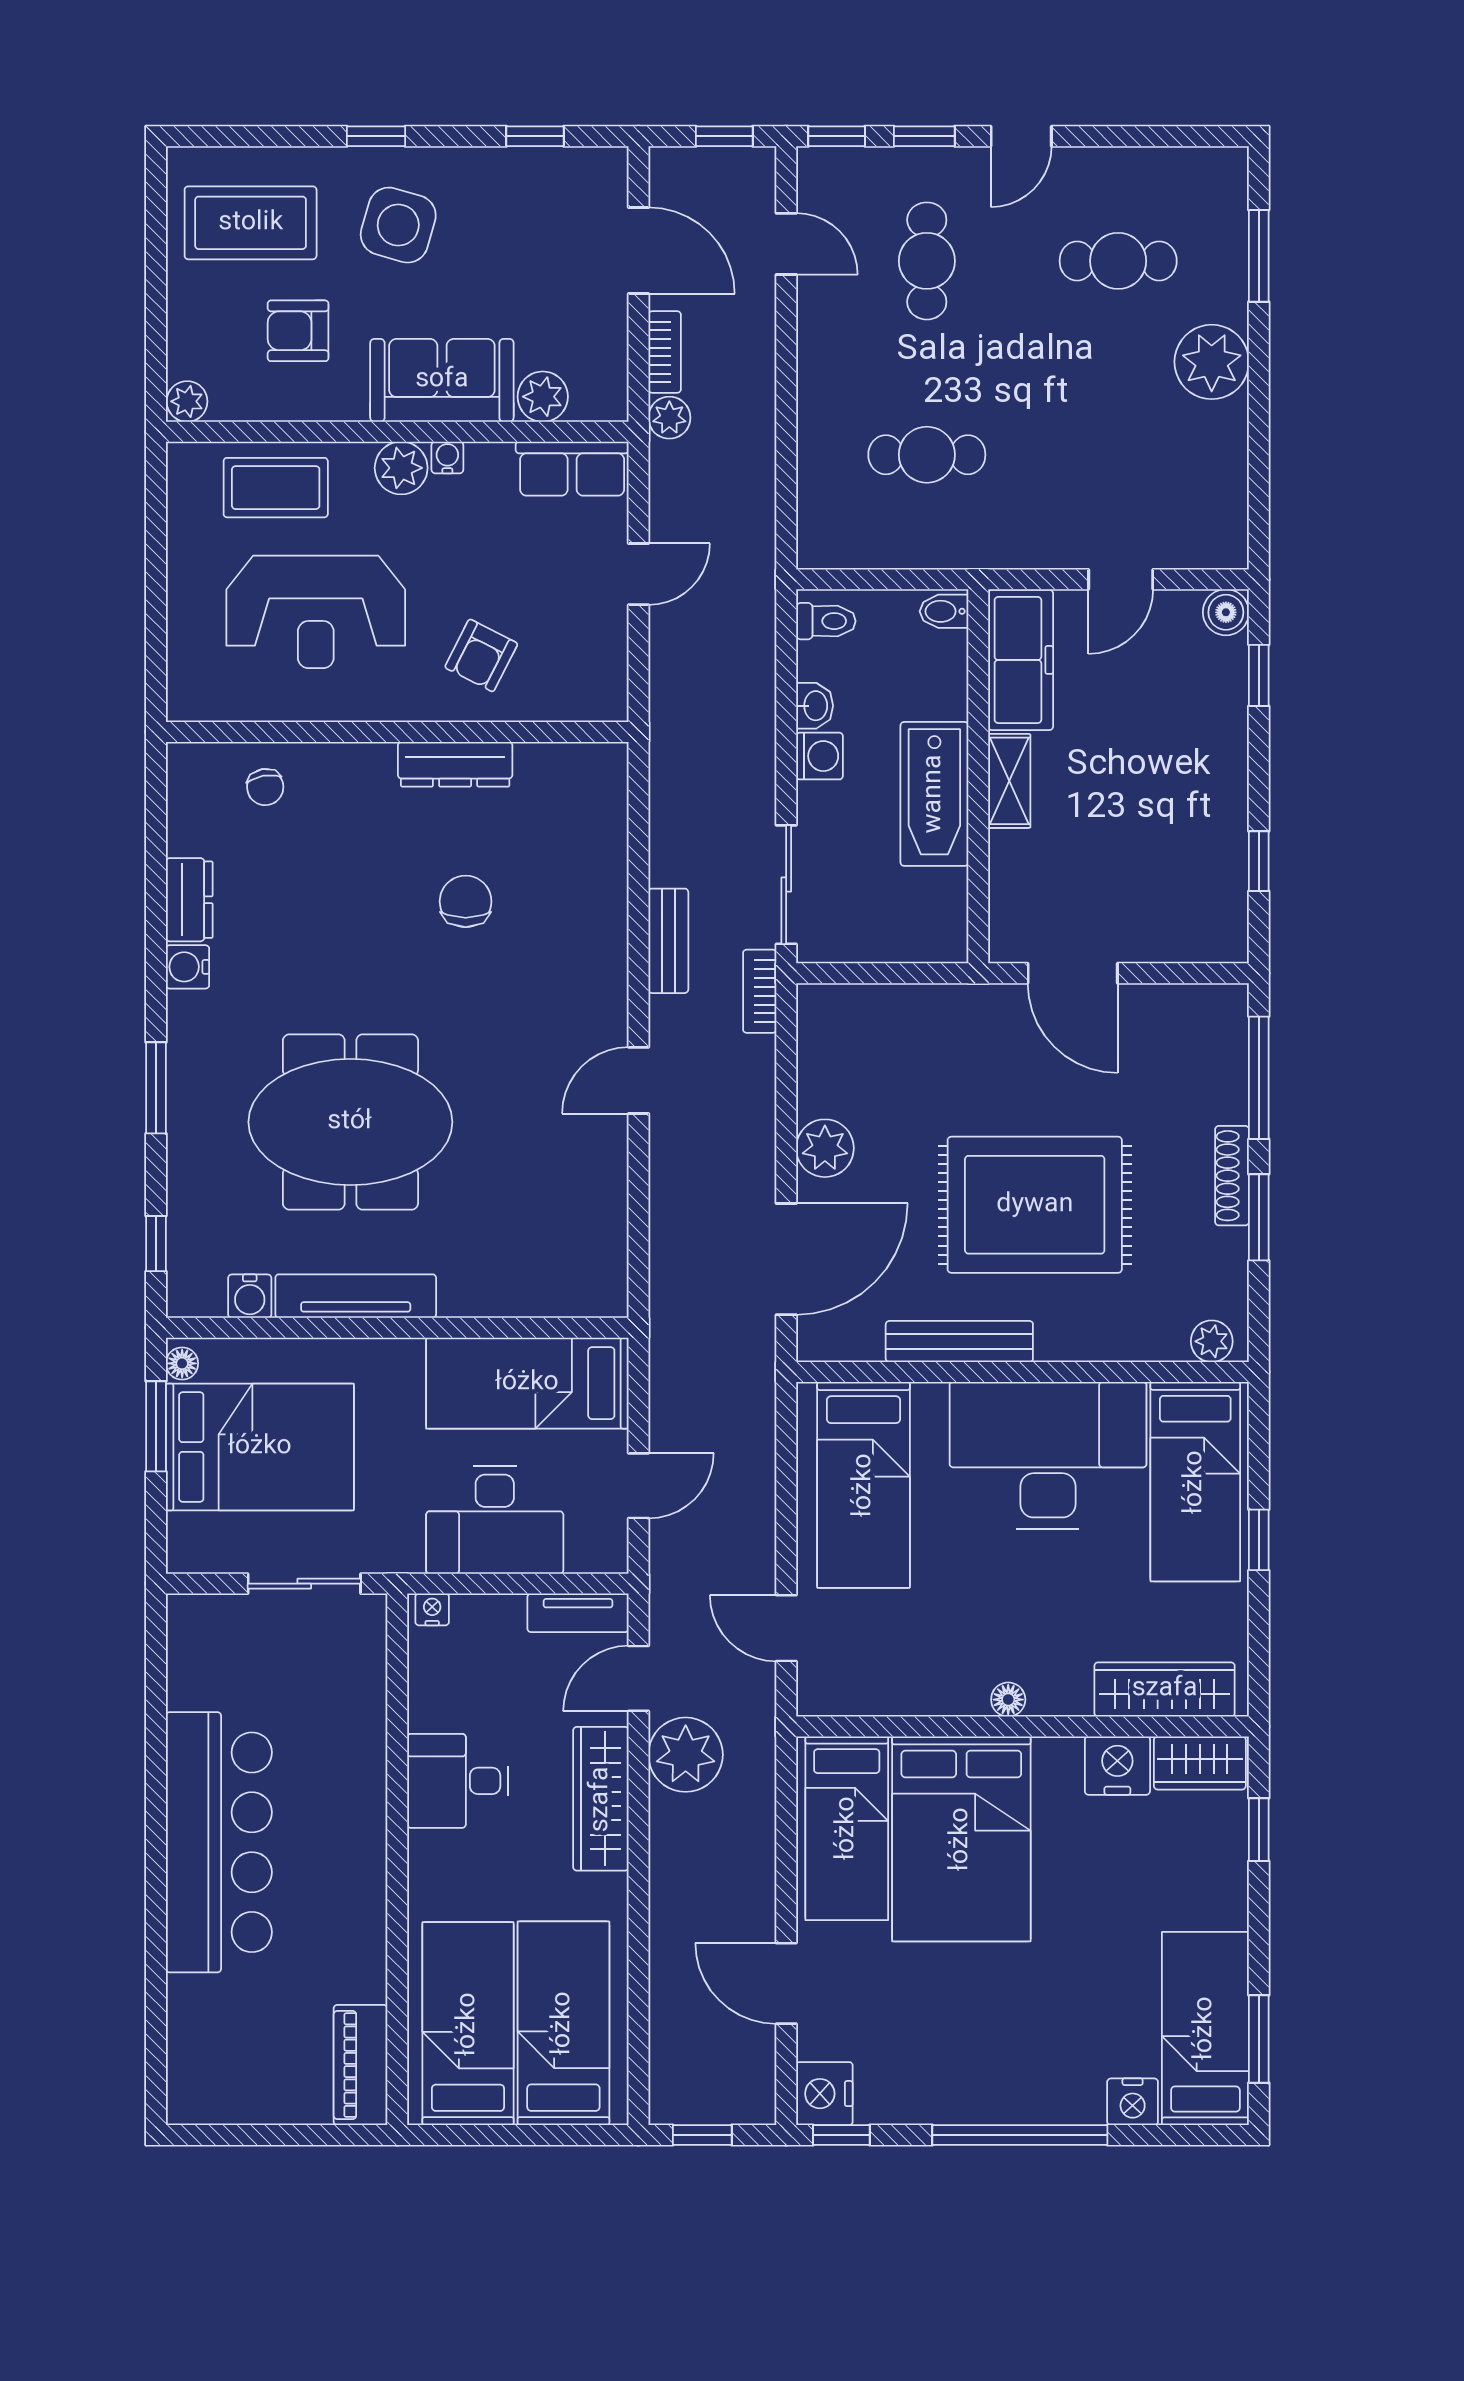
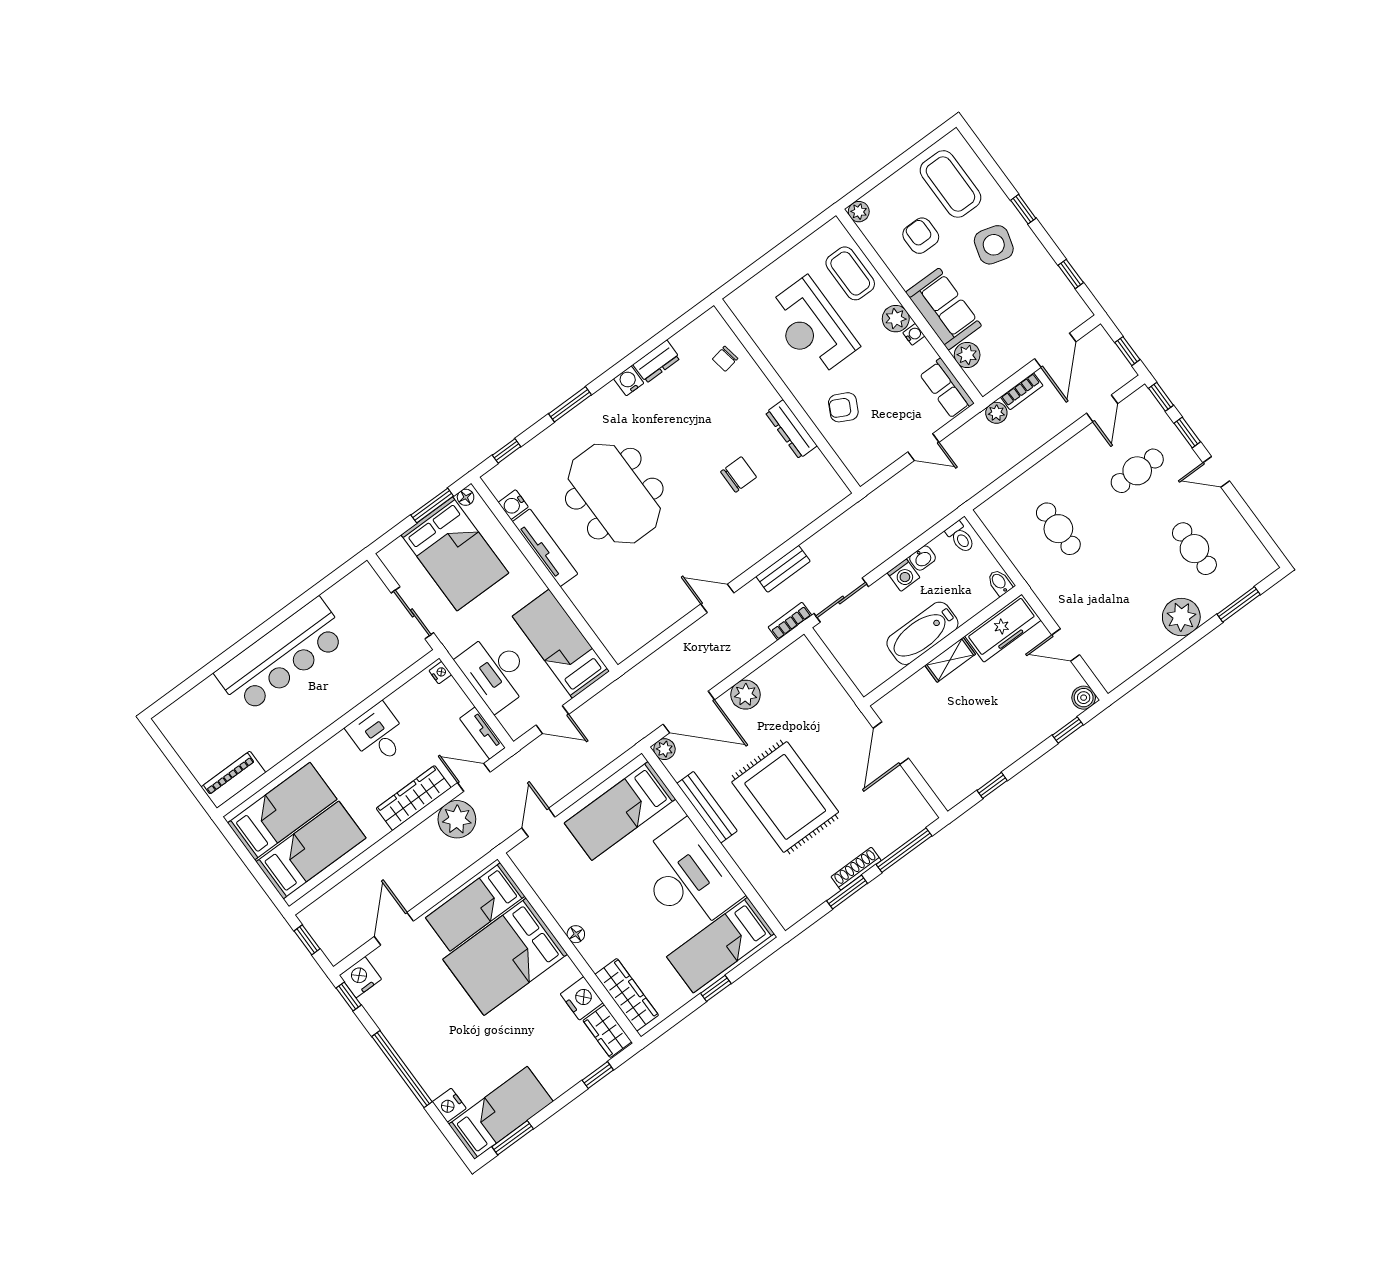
plant: (1212, 1341) -> (664, 749), moved

